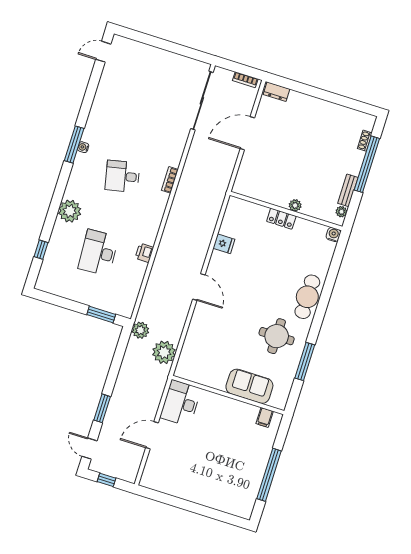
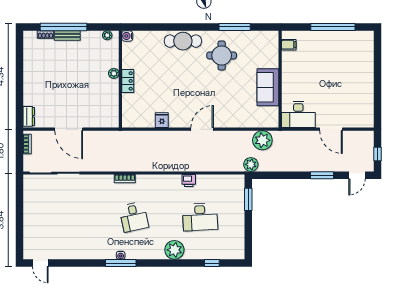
bench: (348, 190) -> (67, 36), moved
sofa: (249, 386) -> (268, 87), moved

